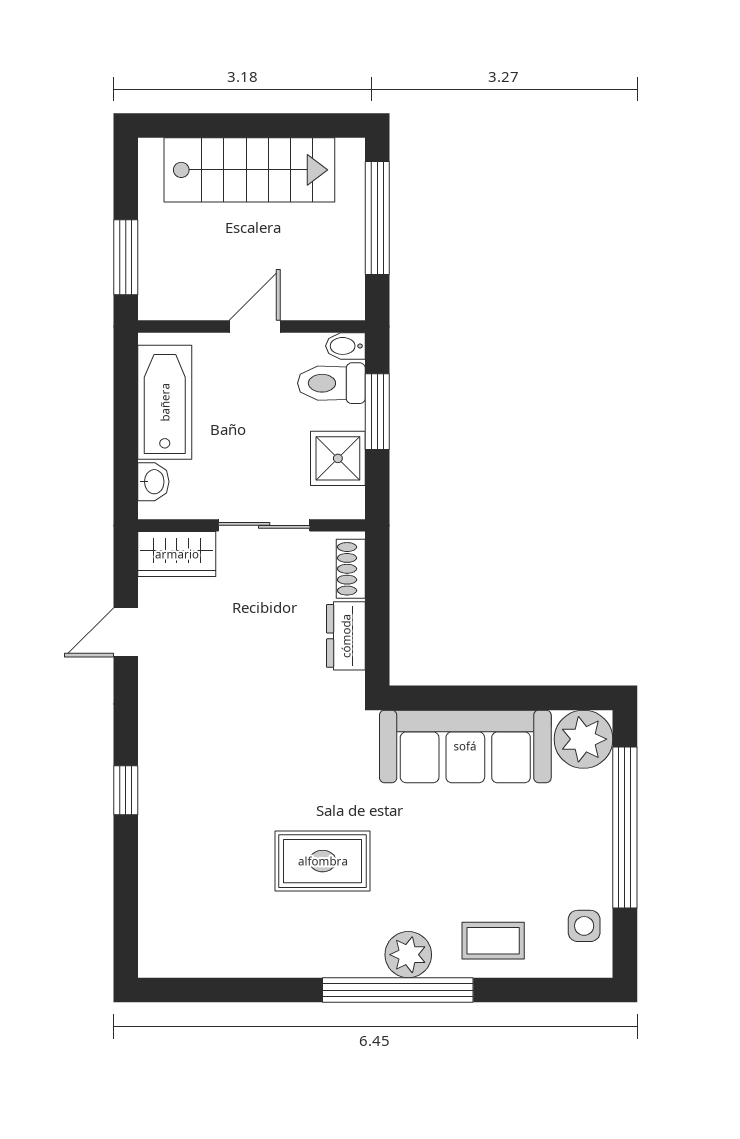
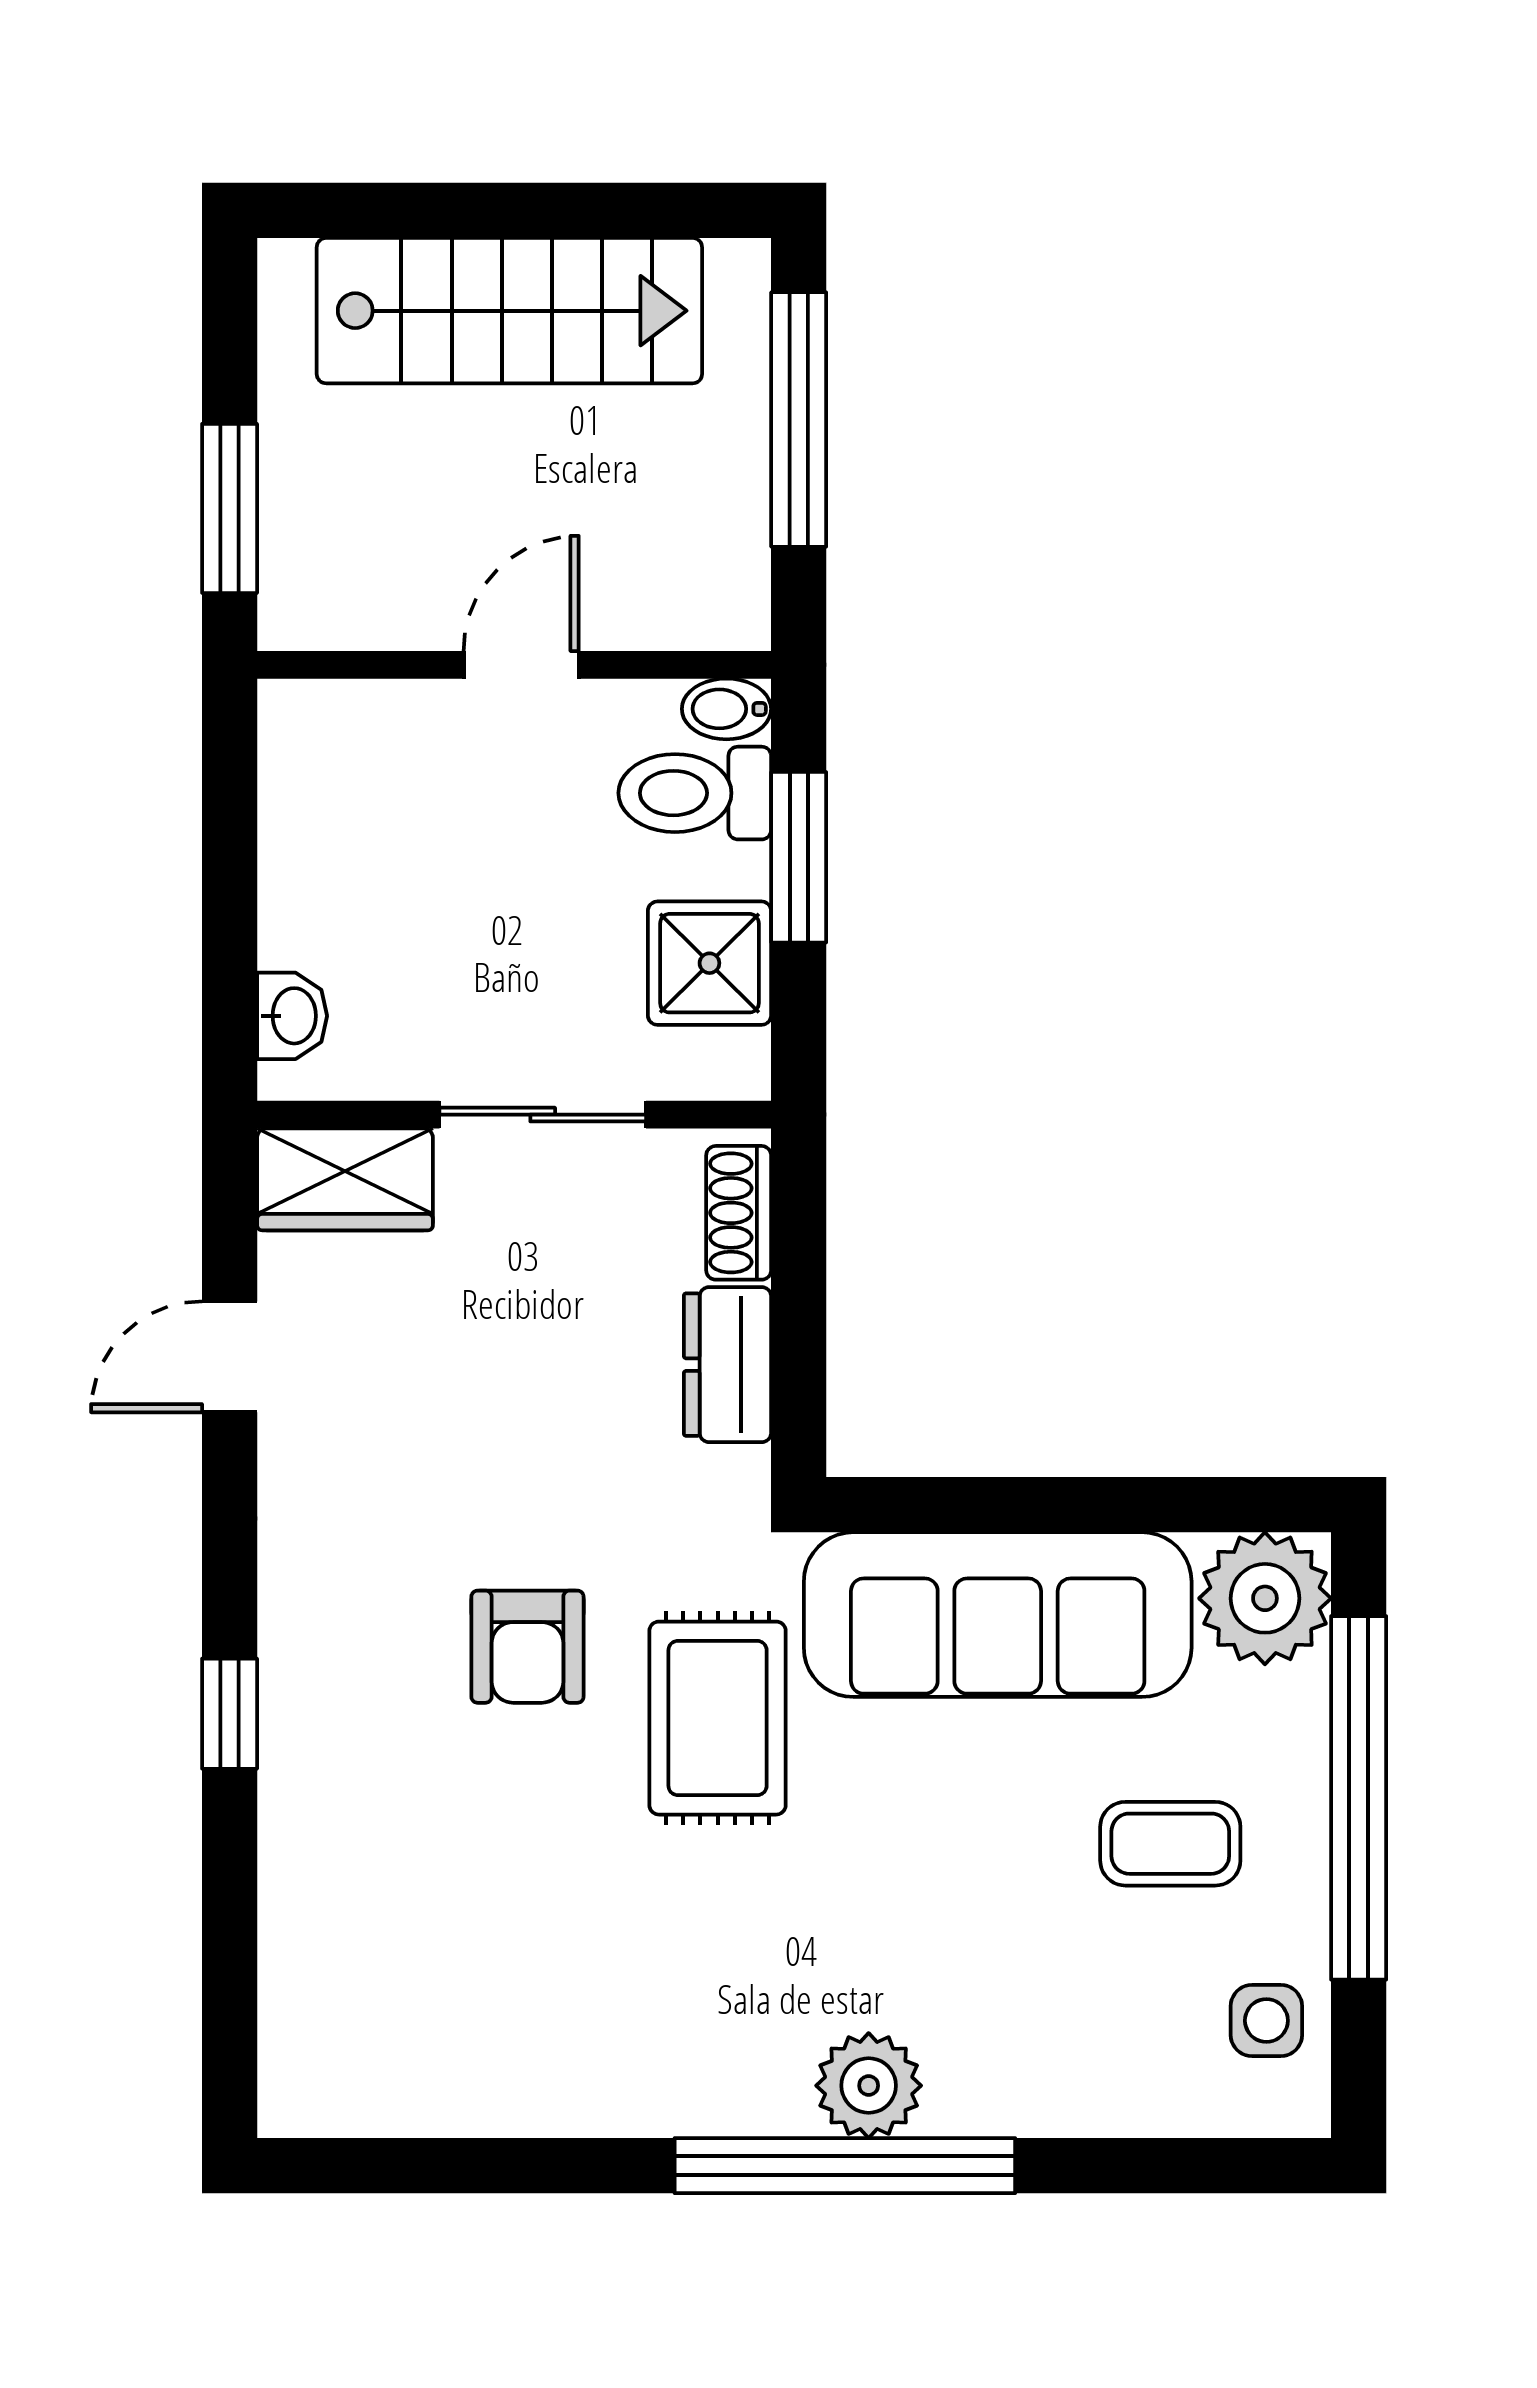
bathtub: (165, 402) -> (318, 836), removed
armchair: (257, 761) -> (527, 1647), added
rug: (323, 861) -> (718, 1718), moved, turned 90
coffee table: (493, 941) -> (1170, 1844), moved

